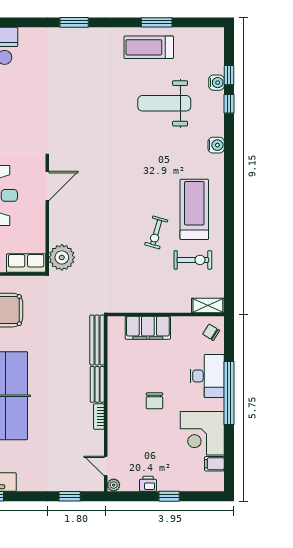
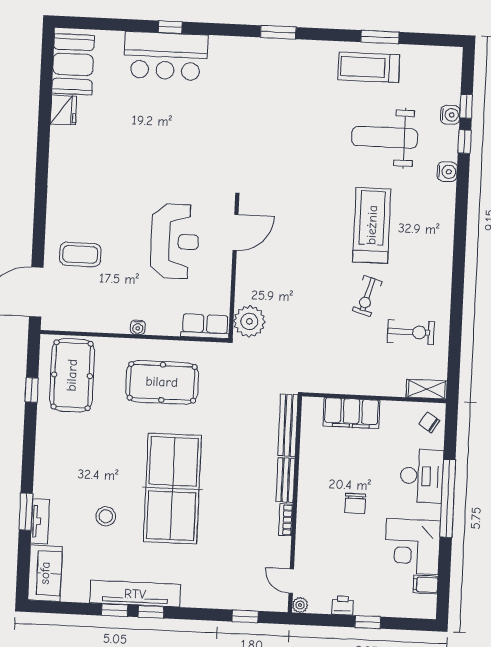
water cooler: (216, 145) -> (447, 172), moved
treadmill: (194, 209) -> (372, 225), moved

